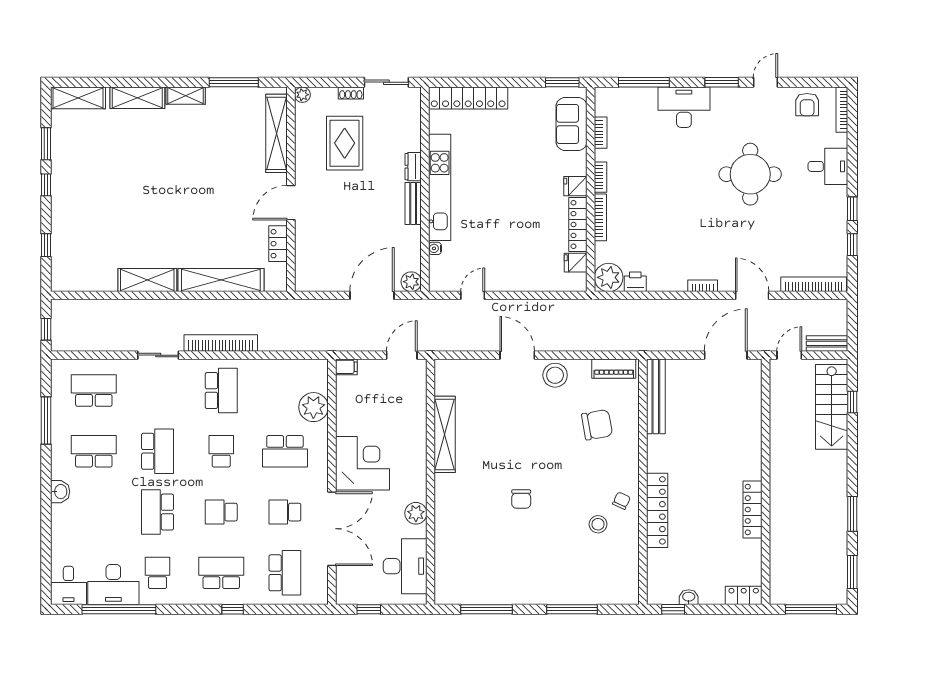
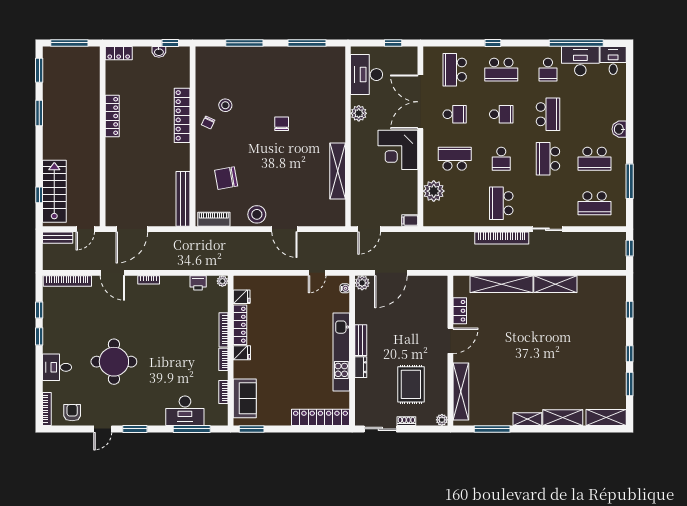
desk: (684, 107) -> (185, 411), moved
water cooler: (435, 248) -> (345, 288), moved
plant: (609, 277) -> (222, 281), width x0.53, depth x0.53

